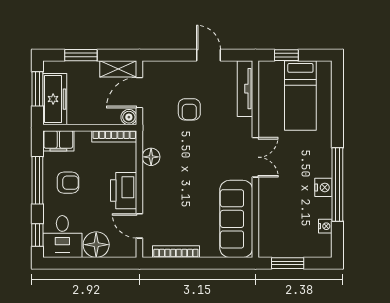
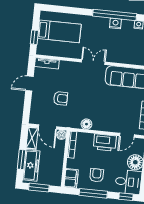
tv unit: (245, 89) -> (47, 63), width x0.71
freezer: (55, 99) -> (31, 165), moved, turned 90

